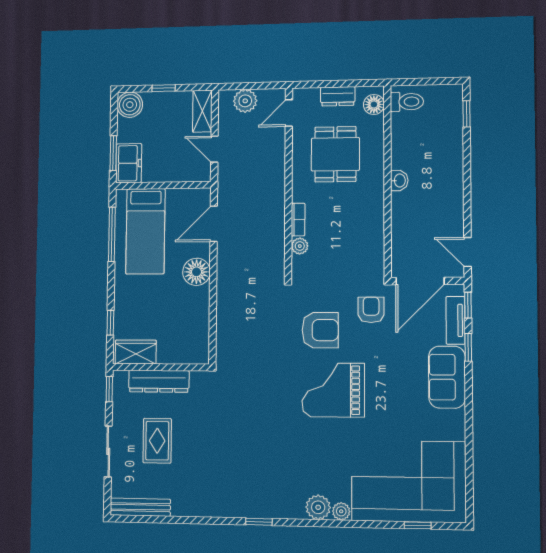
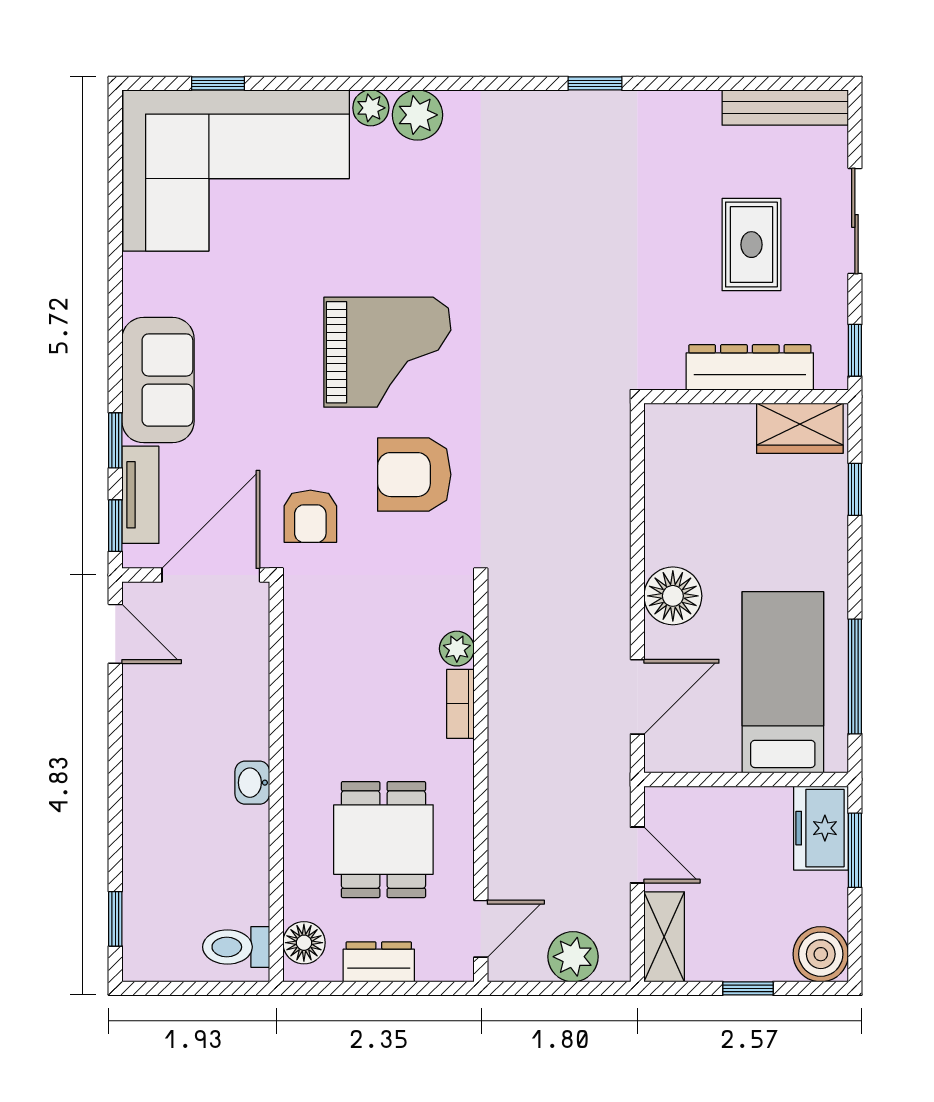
window: (259, 522) -> (595, 83), moved

